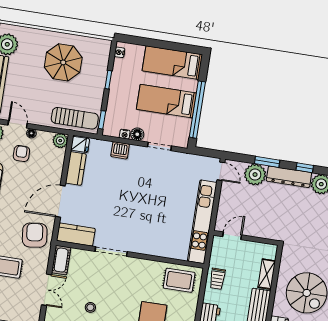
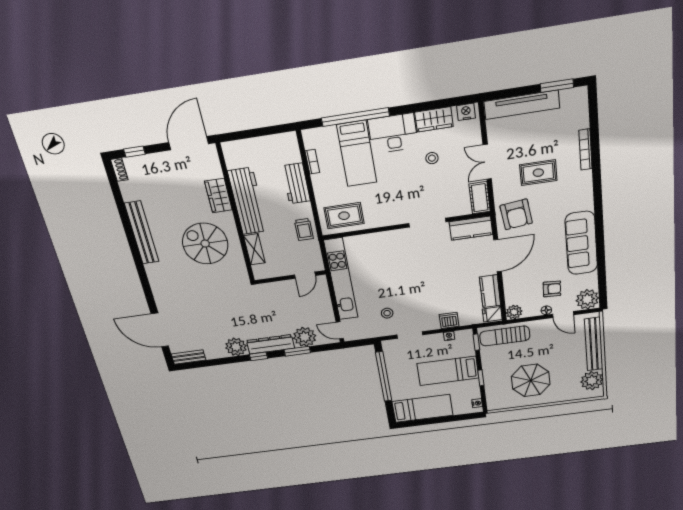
bed: (166, 101) -> (448, 371), moved, turned 180
floor lamp: (137, 134) -> (436, 339), removed
armchair: (21, 154) -> (552, 289), turned -87
stool: (173, 175) -> (387, 313), added
trolley: (217, 279) -> (304, 229), turned 180

